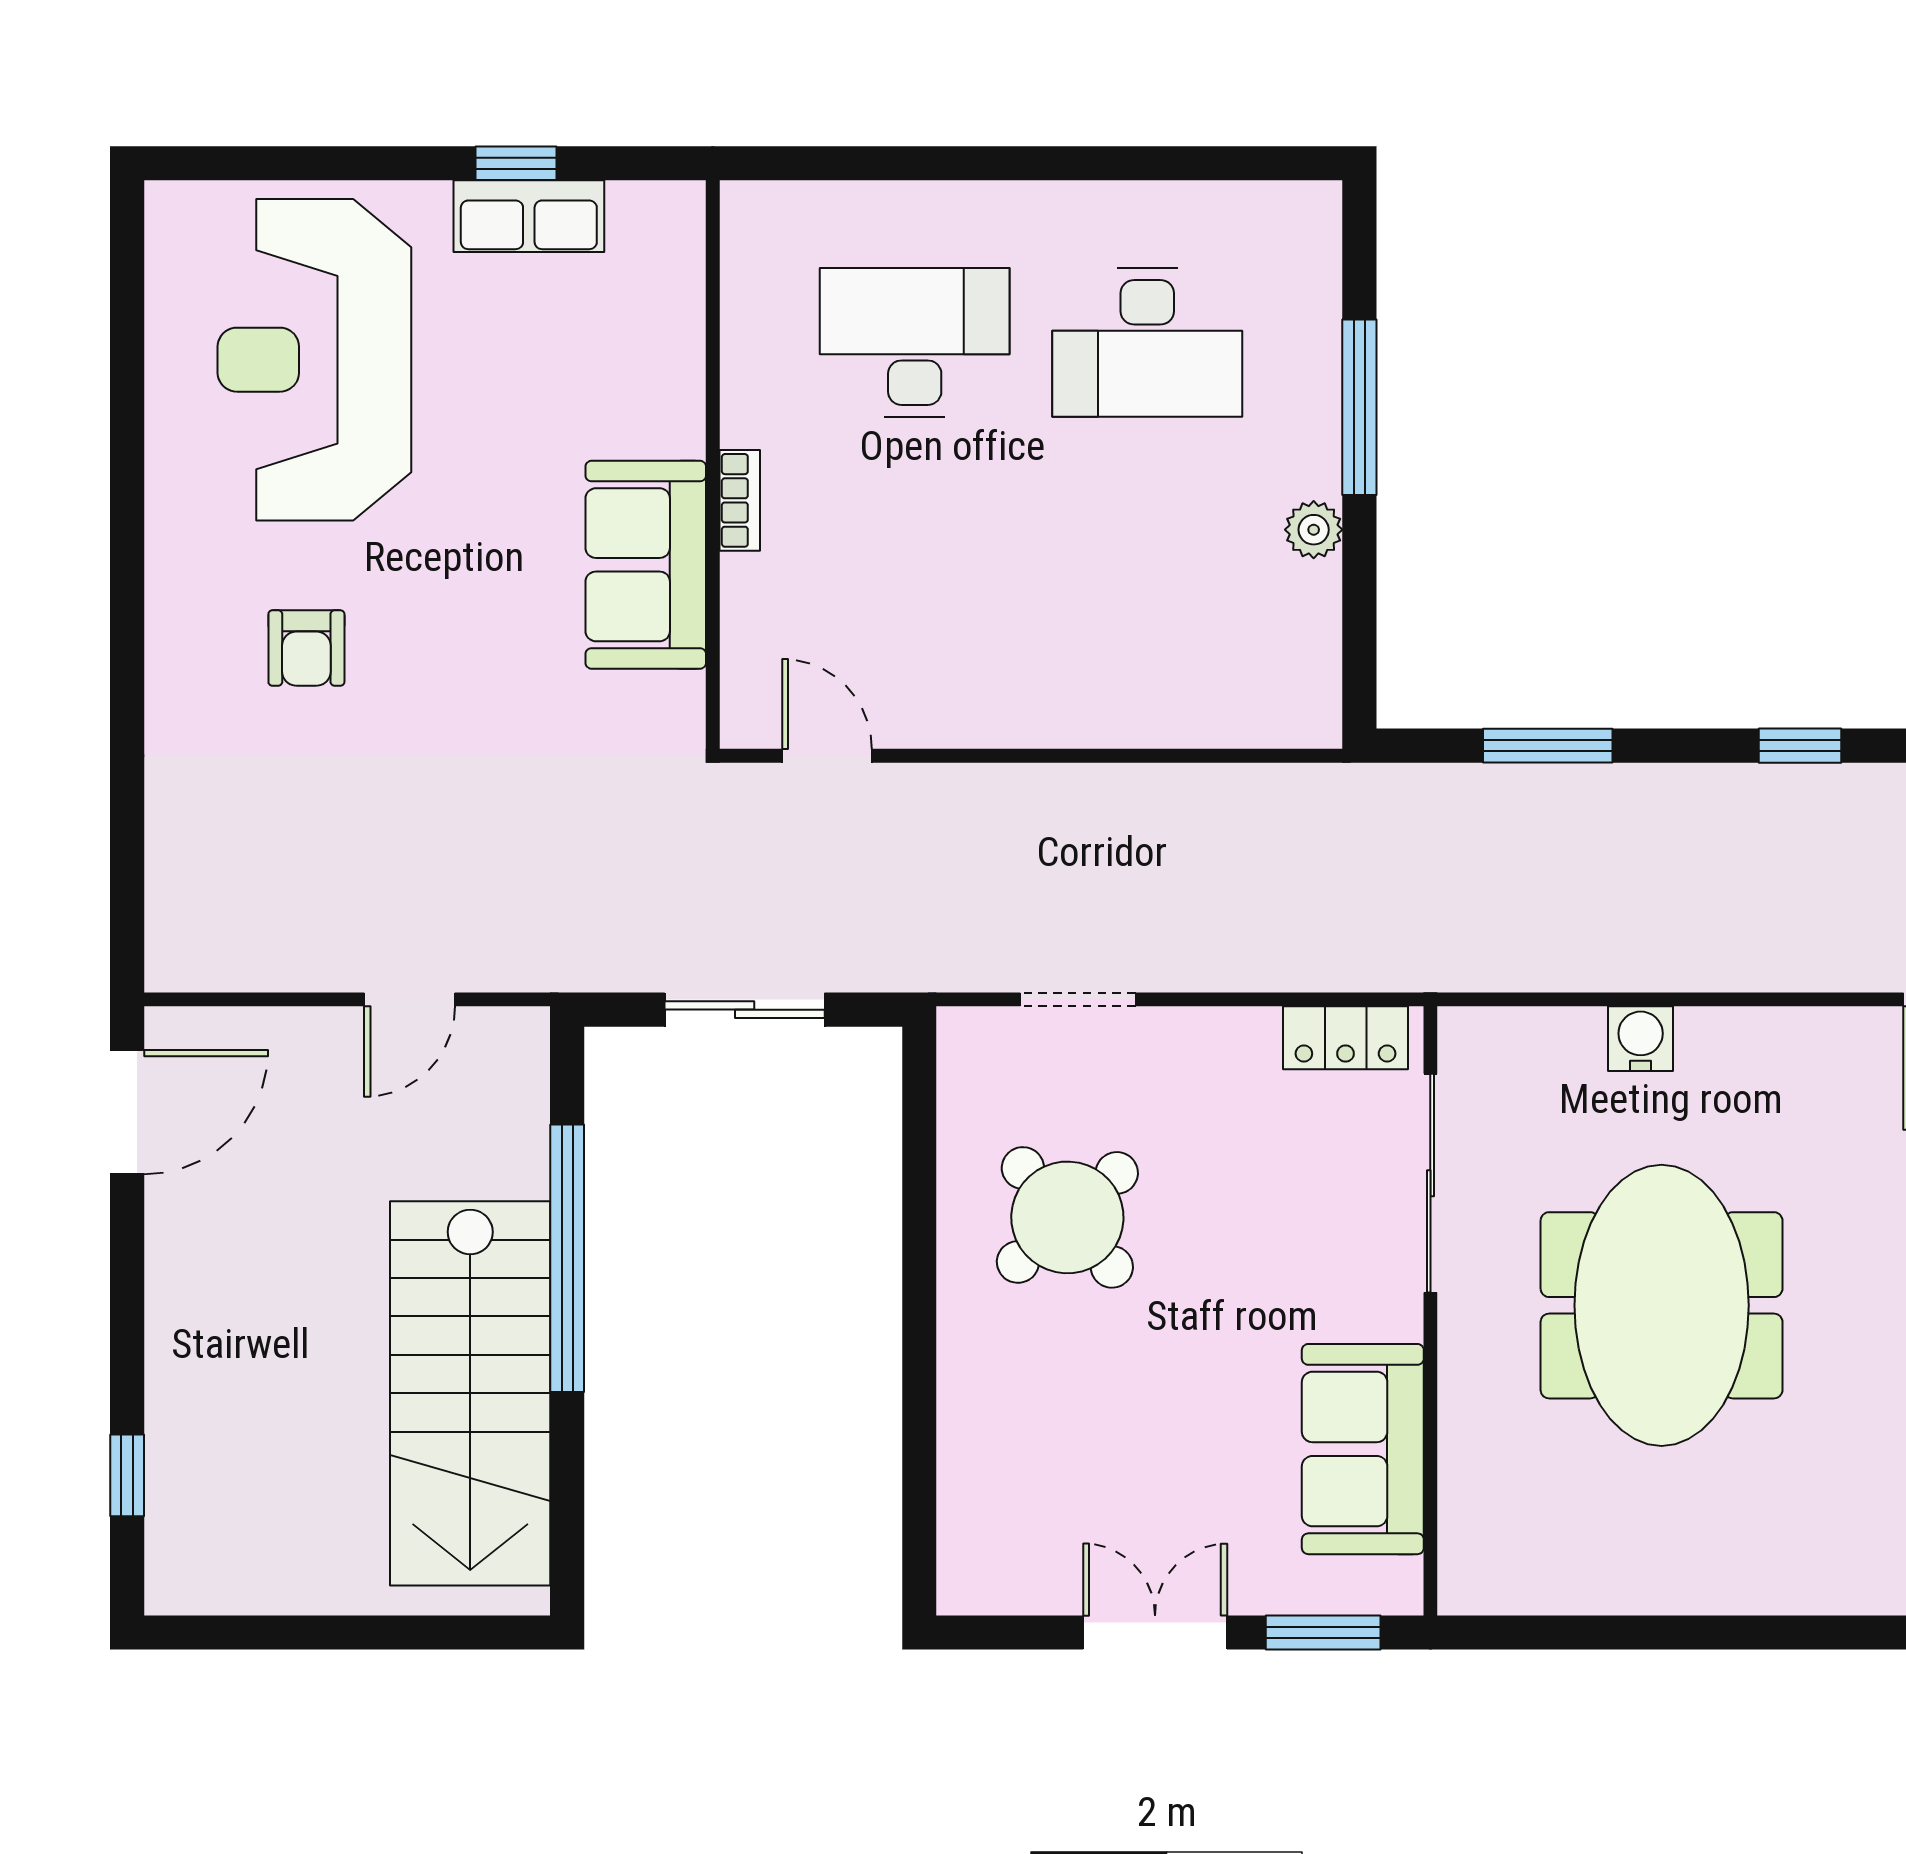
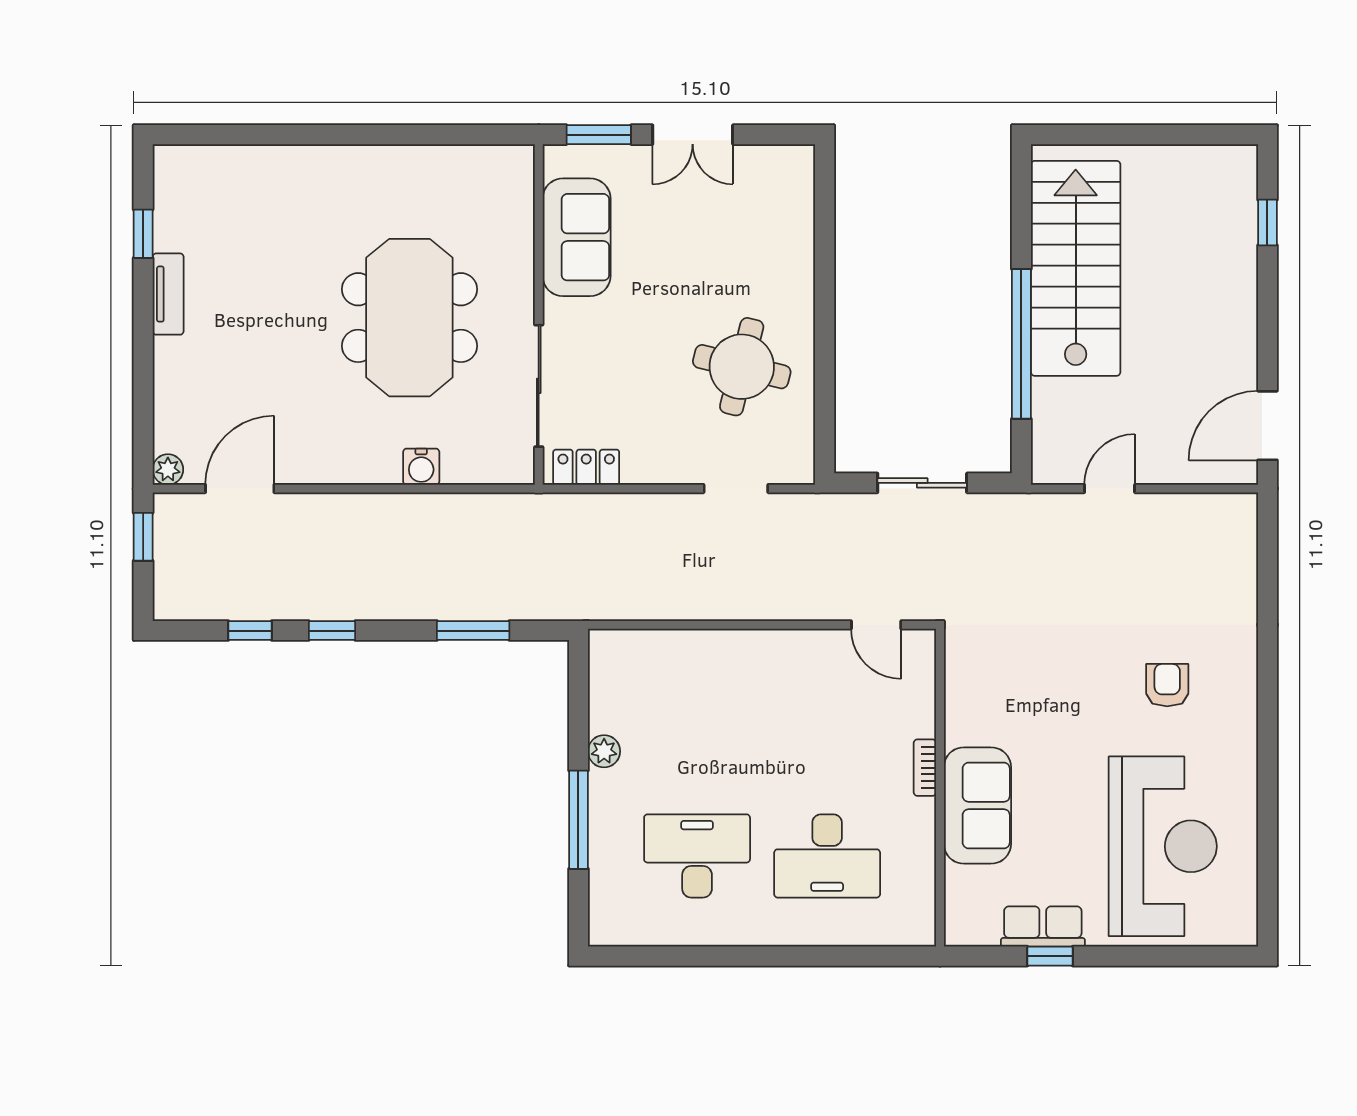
sofa: (646, 565) -> (977, 806), moved
round table: (1067, 1217) -> (742, 367), turned -34

